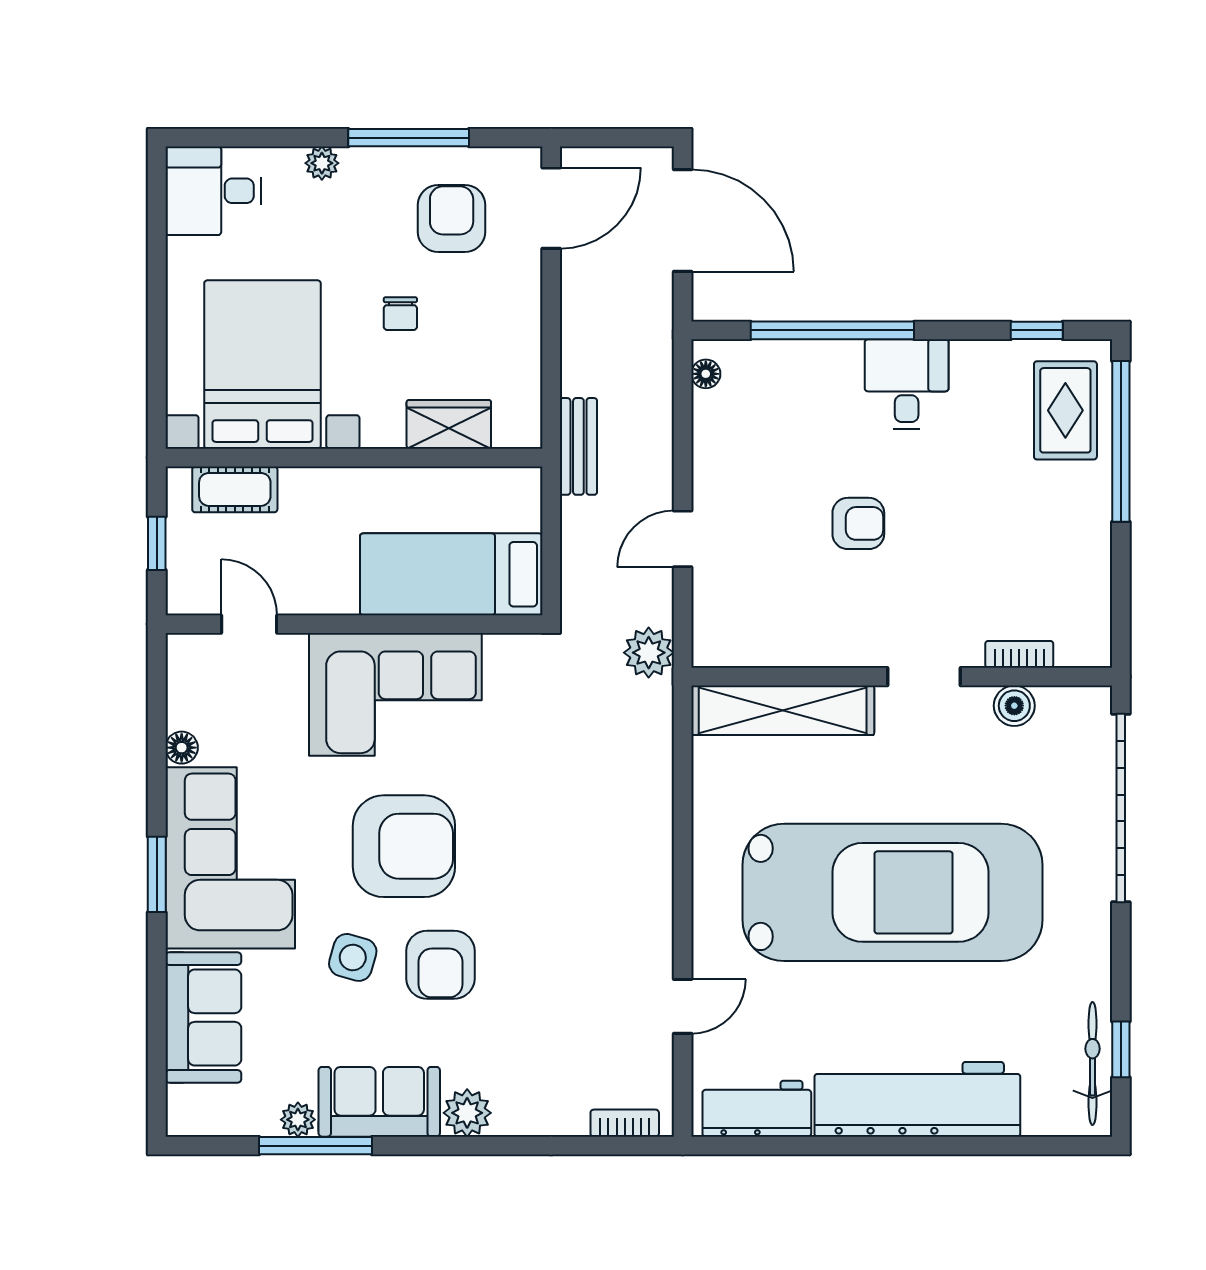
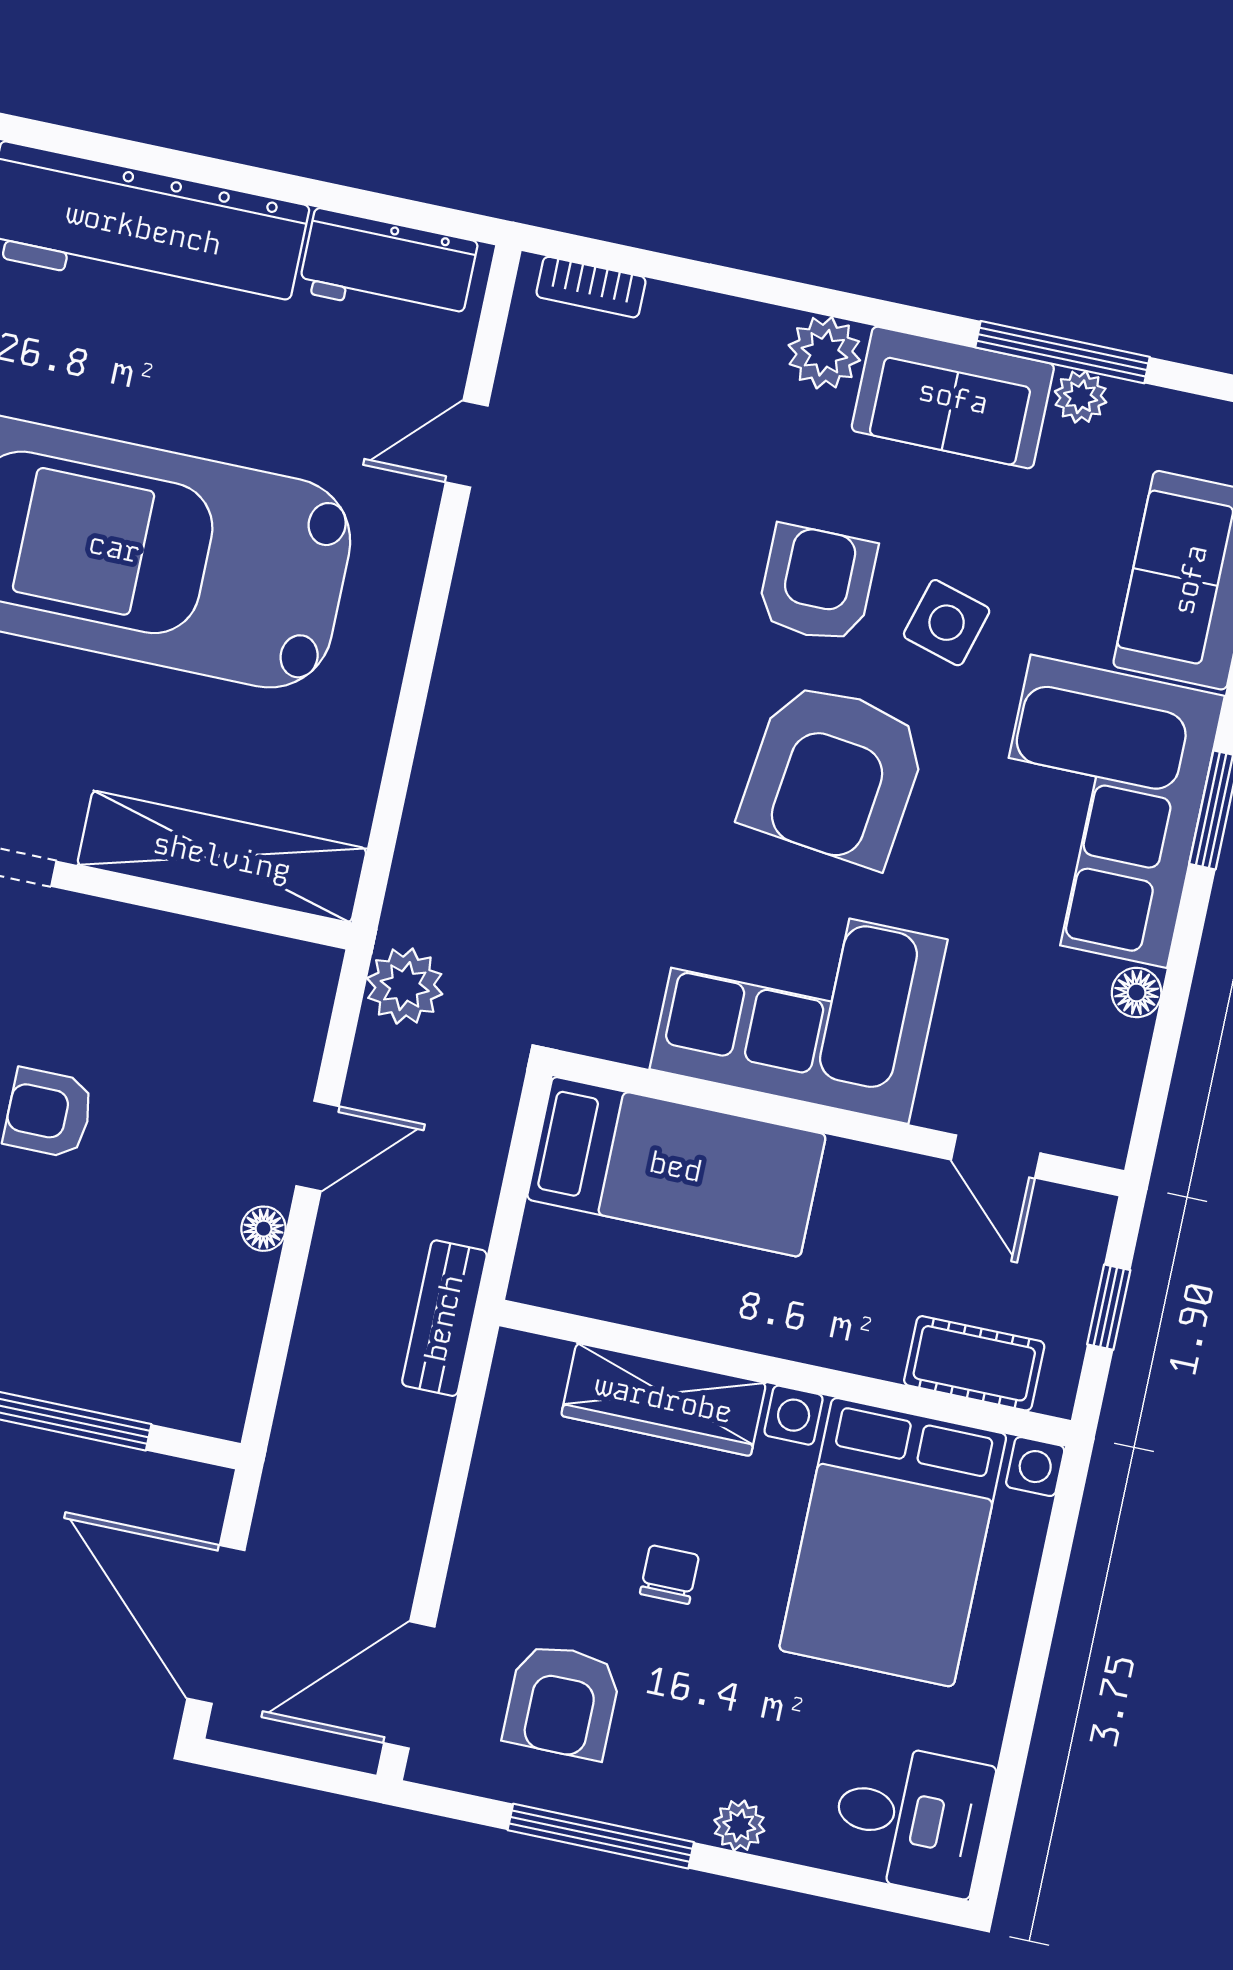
floor lamp: (706, 374) -> (264, 1229), moved
wardrobe: (449, 424) -> (664, 1399), width x1.50
armchair: (404, 846) -> (834, 773), turned -83

